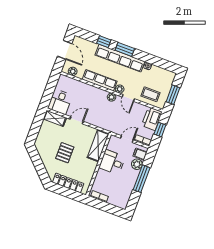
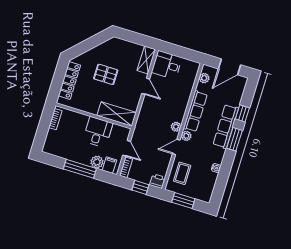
row of seats: (120, 58) -> (226, 126), width x0.73
printer: (152, 119) -> (158, 181), width x0.53, depth x0.68

